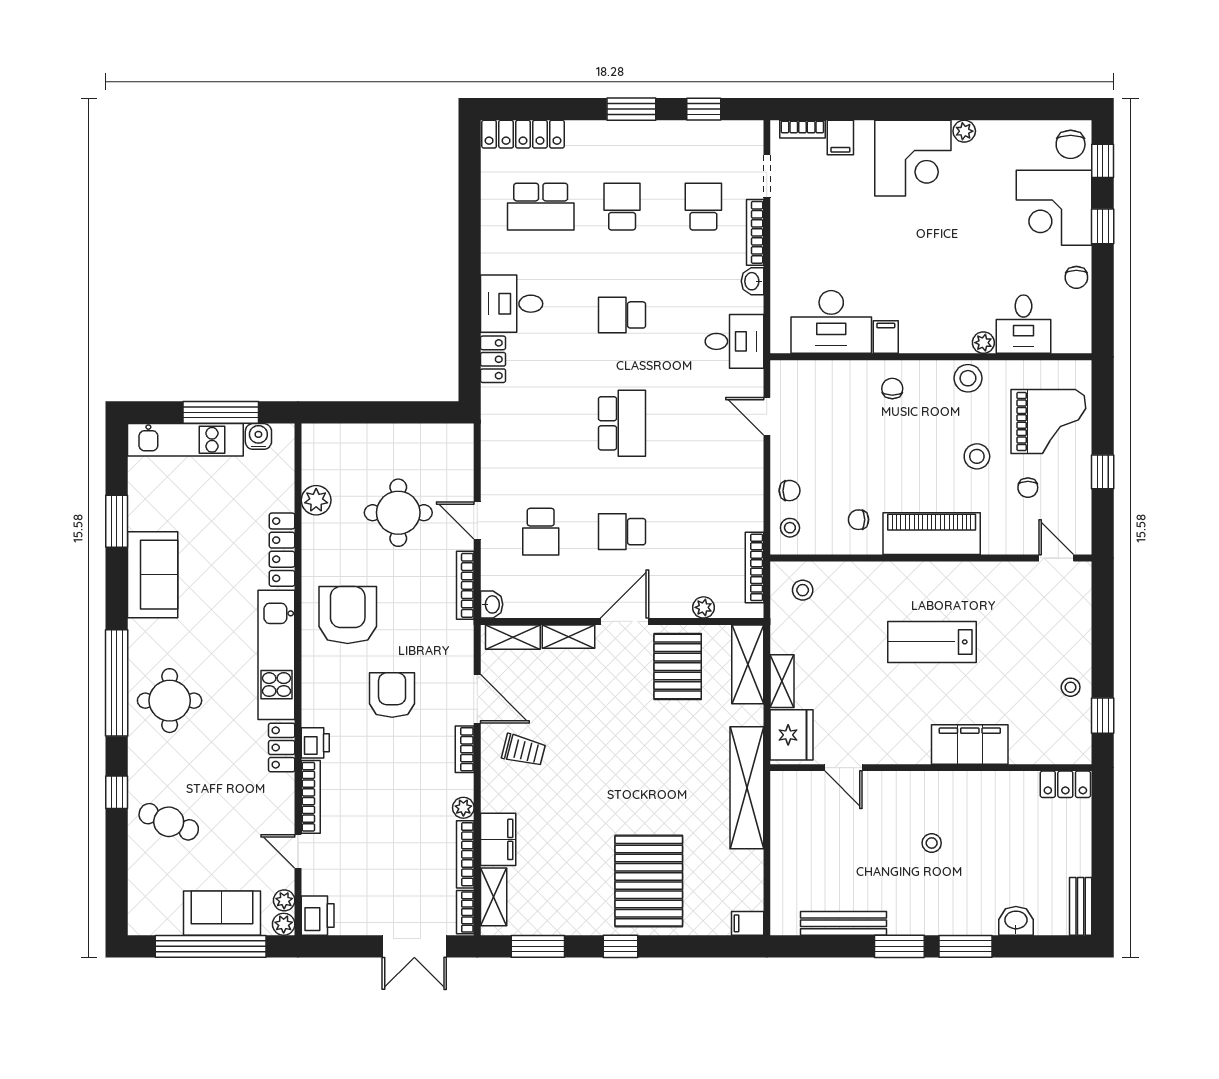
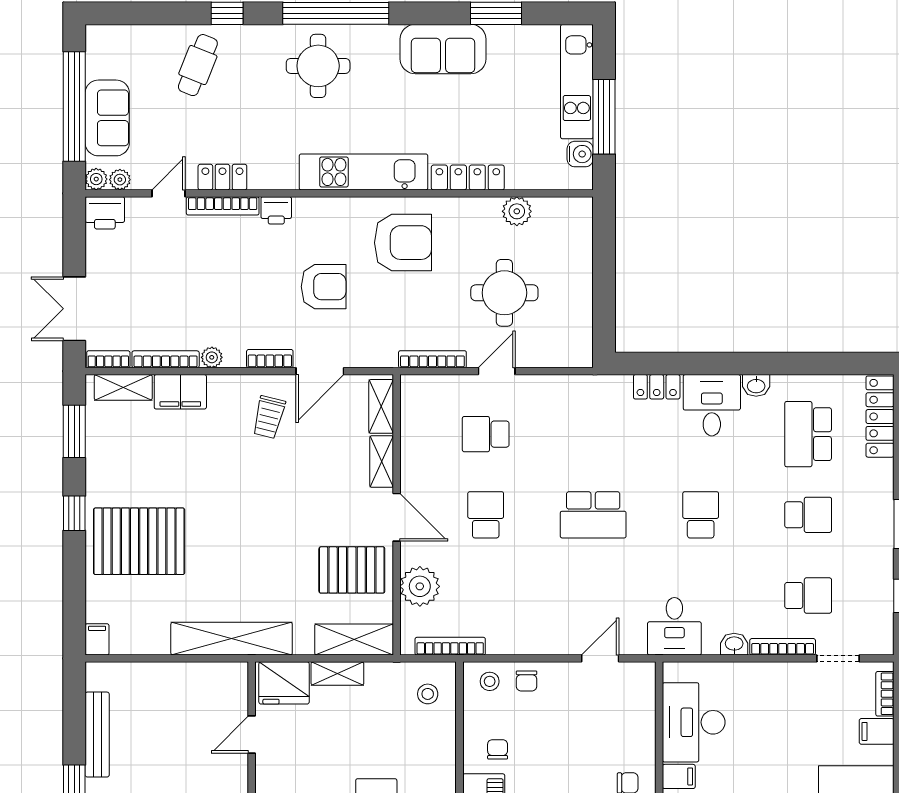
washbasin: (492, 604) -> (756, 385), moved
plant: (704, 607) -> (420, 586), width x1.88, depth x1.88
locker: (282, 747) -> (222, 177), moved

